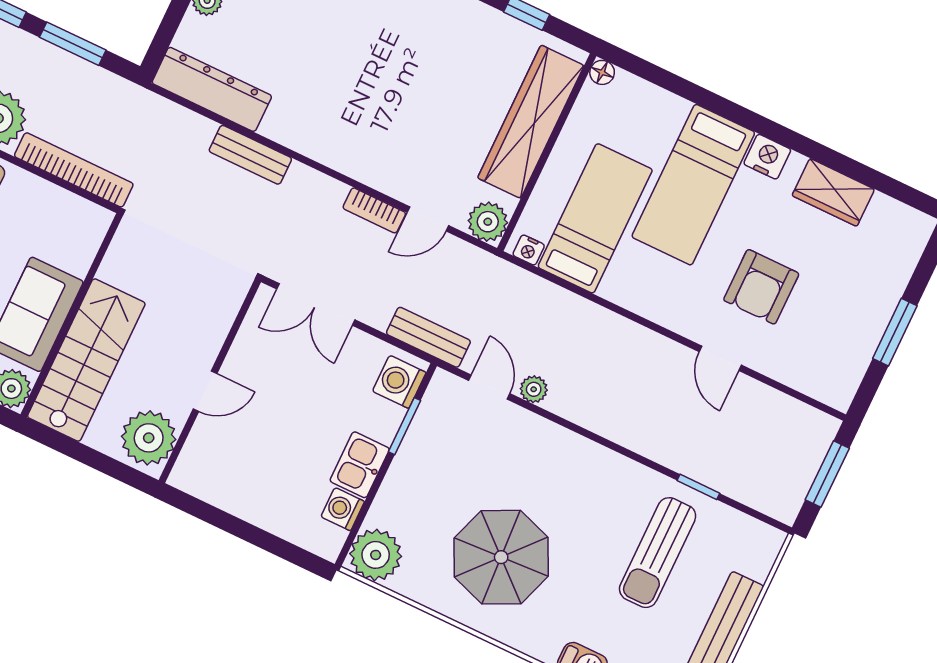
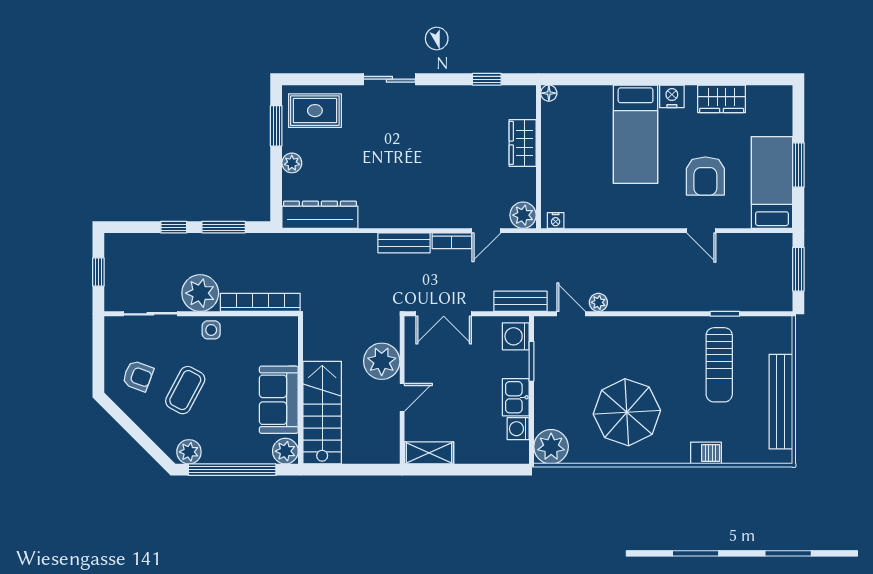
wardrobe: (531, 122) -> (523, 143), width x0.48, depth x0.85
bench: (250, 155) -> (404, 243), moved
bed: (595, 218) -> (772, 182), moved
plant: (149, 438) -> (382, 361), moved
shelving: (206, 484) -> (429, 453), added

